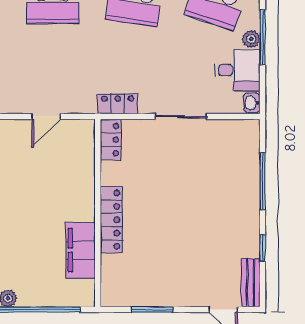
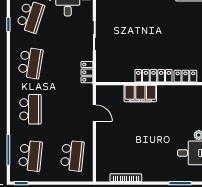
locker: (111, 140) -> (185, 76), moved
filing cabinet: (80, 250) -> (140, 93), moved

